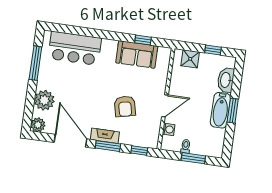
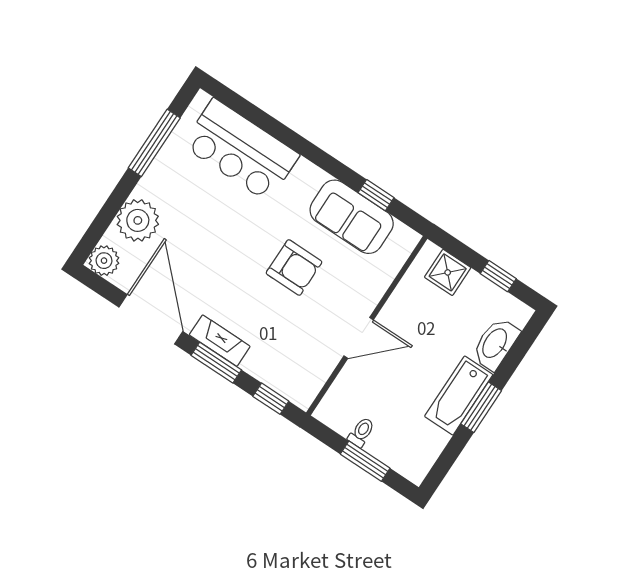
armchair: (125, 106) -> (294, 268), moved, turned -77
washing machine: (169, 129) -> (345, 385), removed

